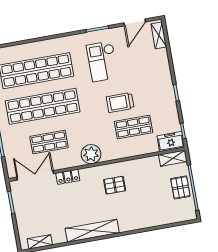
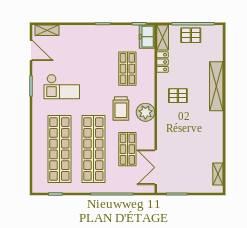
trolley: (120, 103) -> (121, 108), moved
locker: (68, 177) -> (163, 62), moved
pallet: (115, 185) -> (178, 96), turned 90
shelving: (92, 231) -> (216, 86), moved

